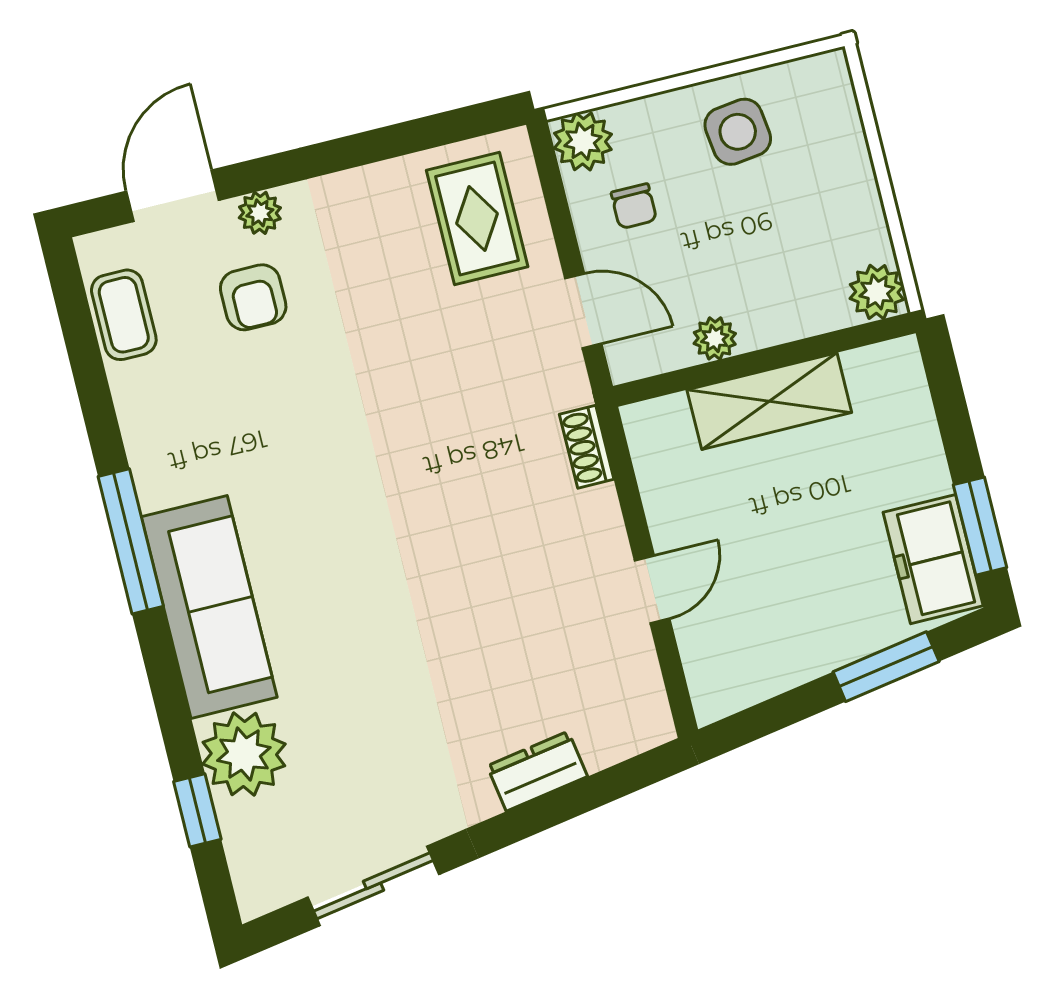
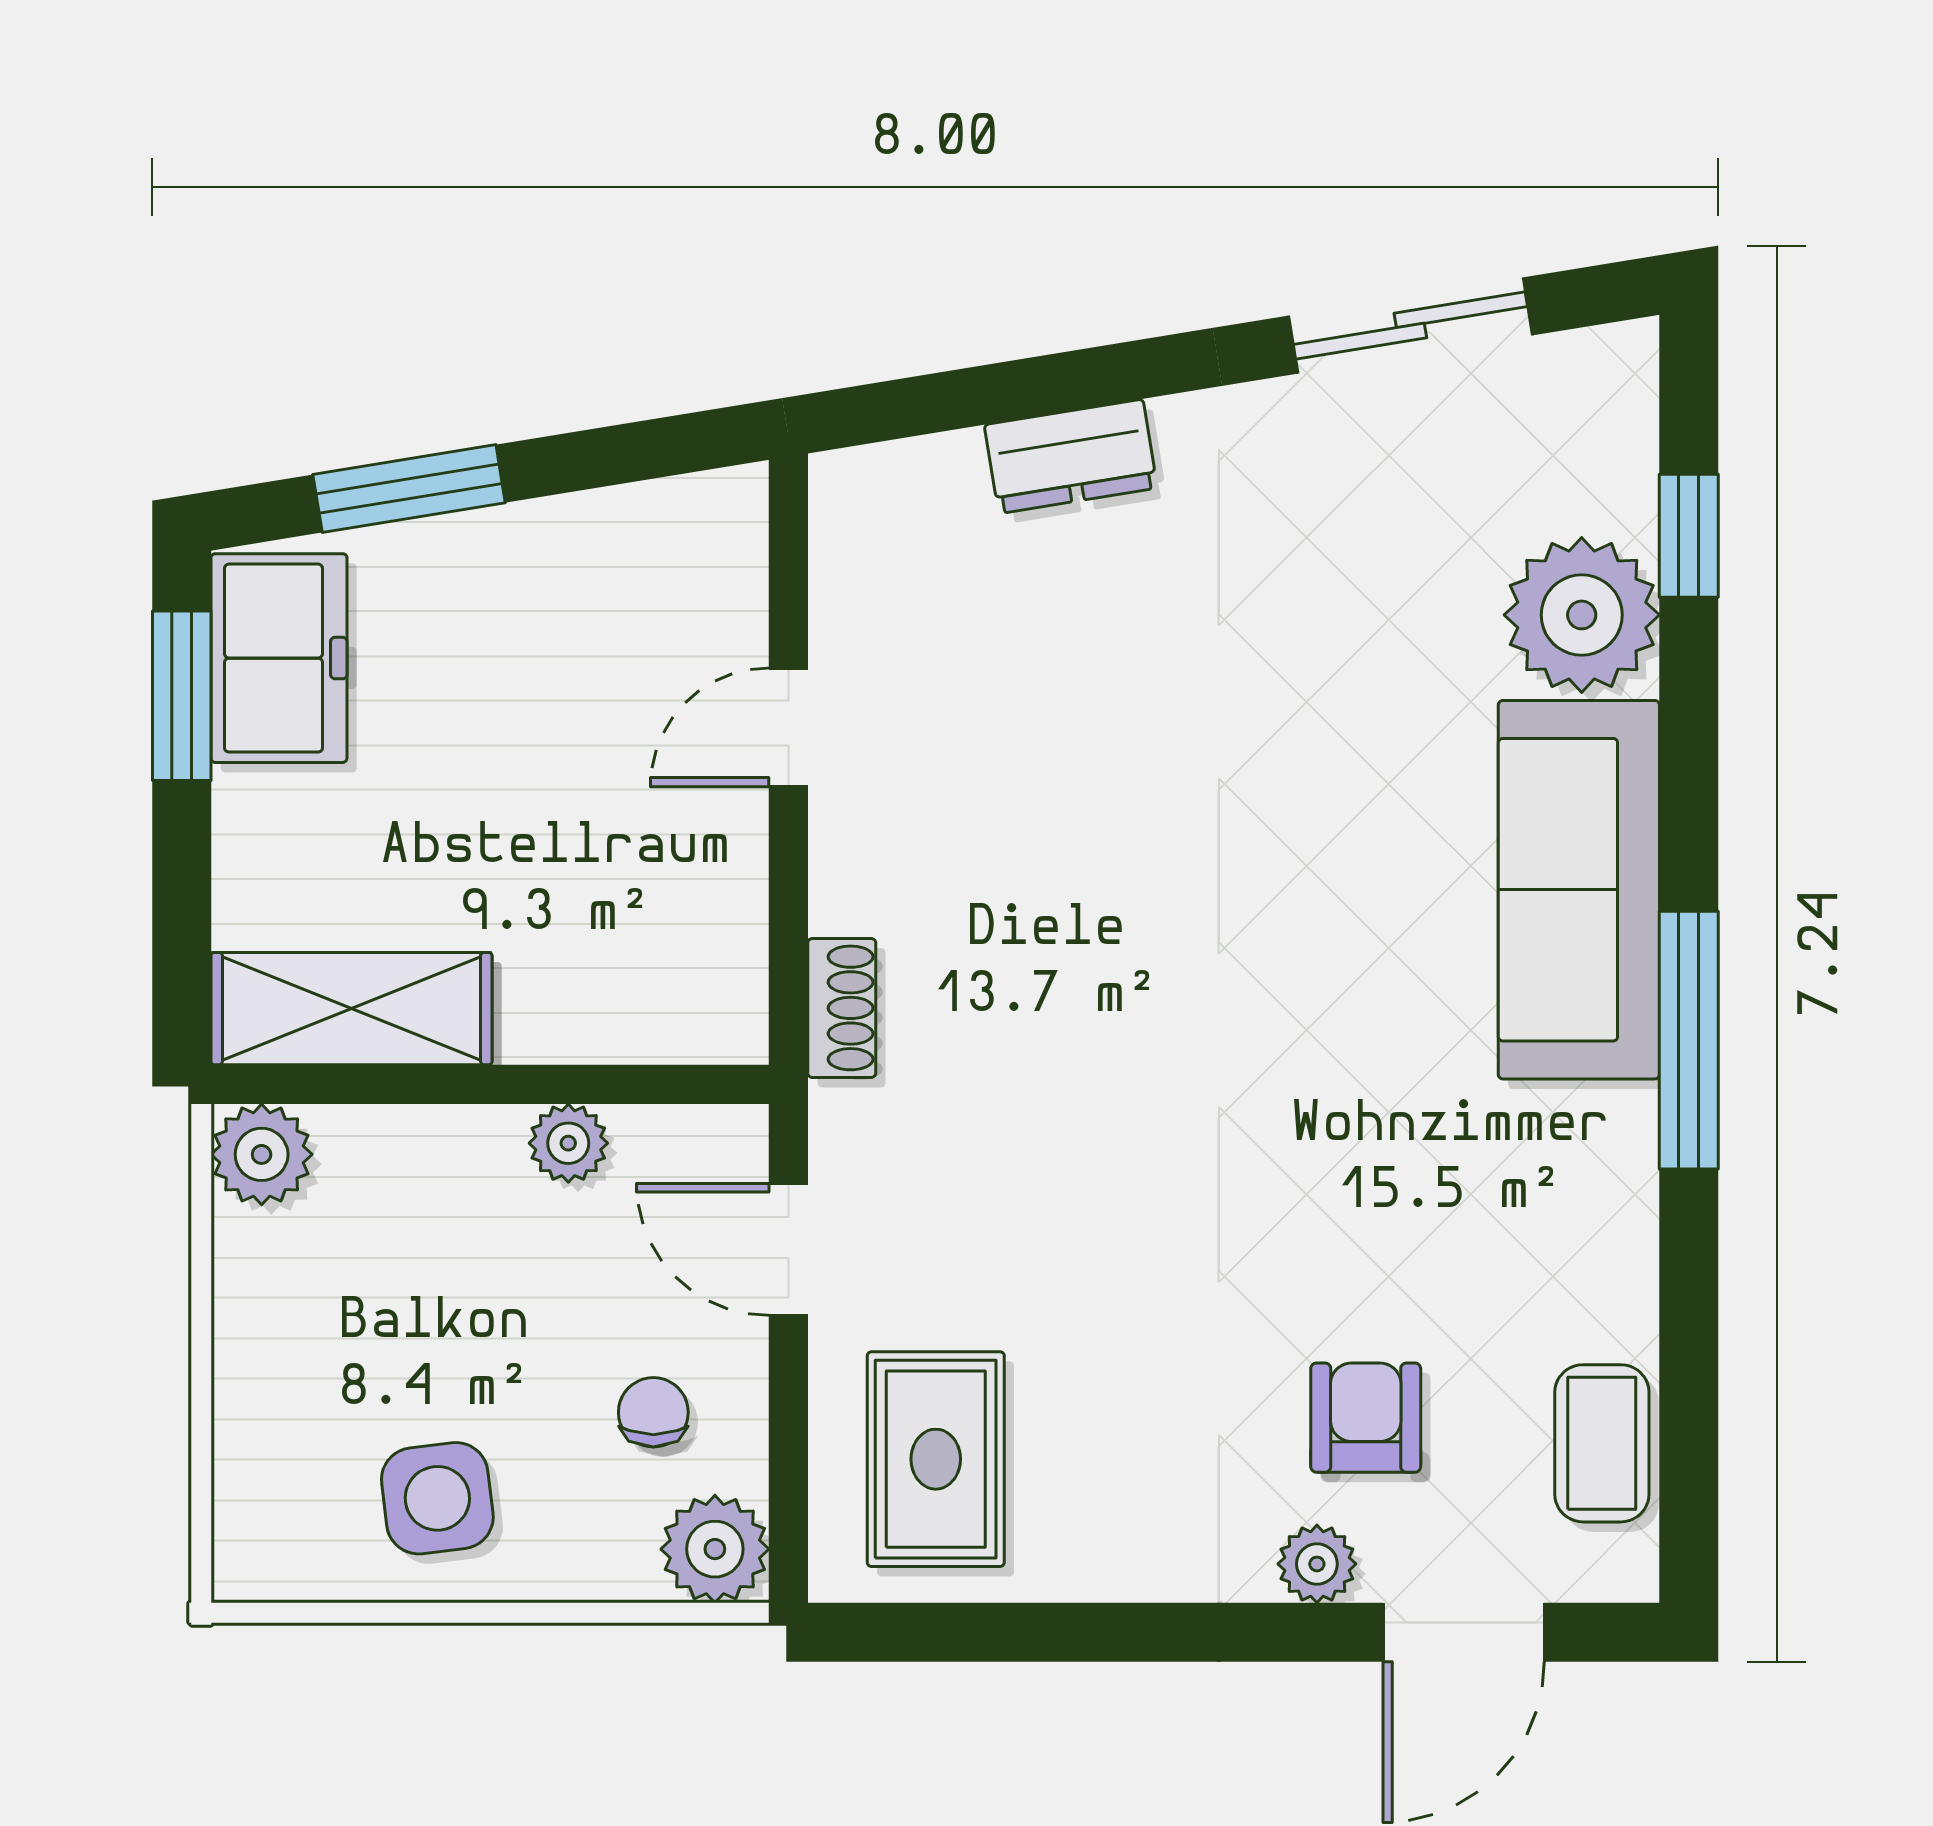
shelving: (769, 401) -> (351, 1009), moved

